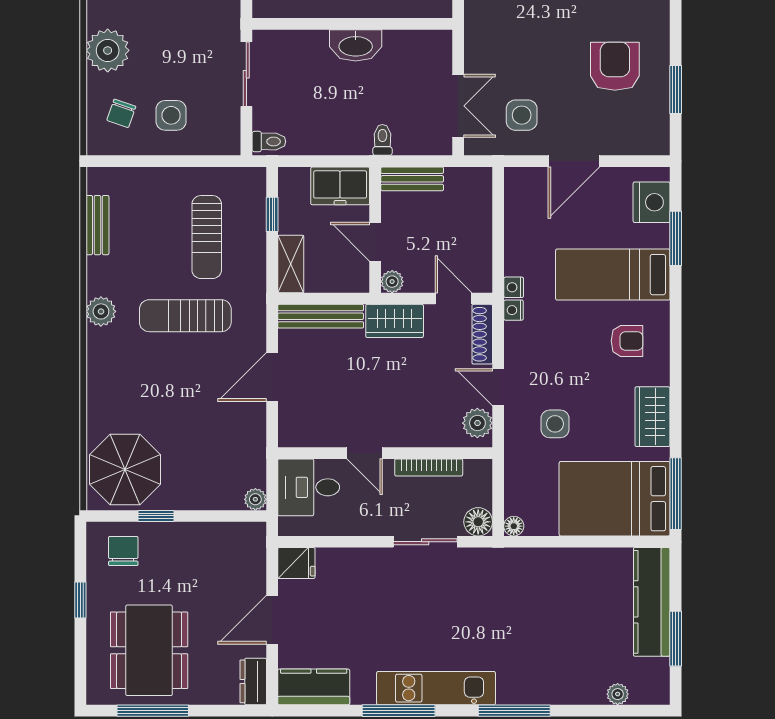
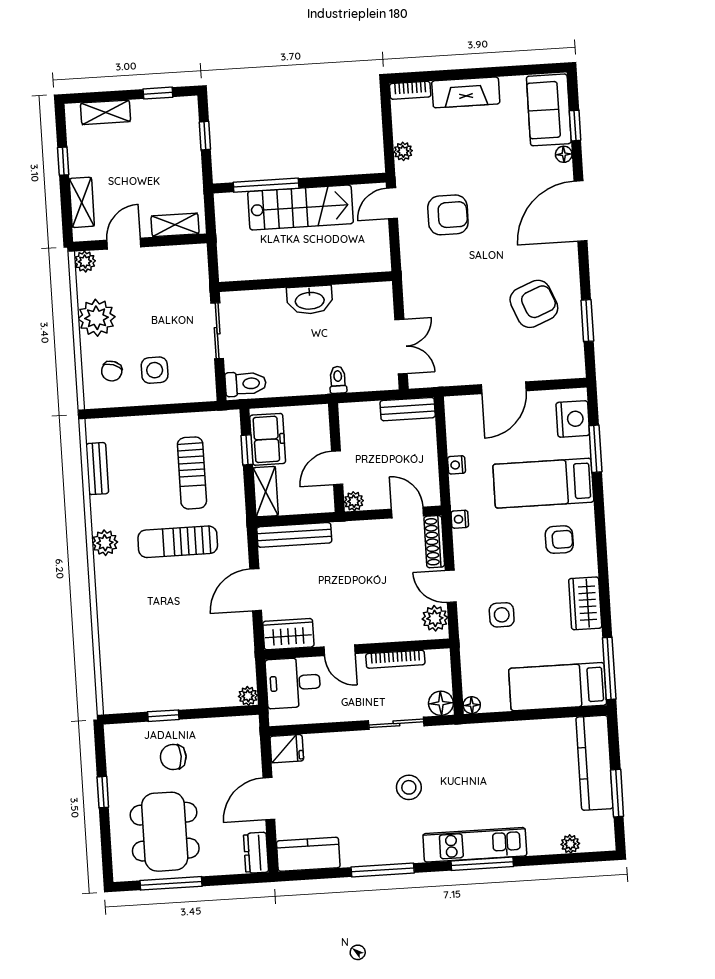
armchair: (615, 66) -> (534, 304), turned 68
side table: (522, 115) -> (456, 351), removed
toilet: (269, 141) -> (246, 384), width x1.37, depth x1.39
bench: (412, 179) -> (408, 409), moved
freezer: (340, 186) -> (268, 439), moved, turned -90
door: (375, 242) -> (337, 468), hinge flipped
nightstand: (514, 287) -> (457, 465), moved
wardrobe: (395, 321) -> (288, 634), moved, turned 180
parasol: (125, 469) -> (134, 677), removed
bed: (615, 499) -> (558, 687), width x0.67
chair: (123, 551) -> (173, 757), moved, turned -90
stool: (435, 617) -> (409, 787), added
kitchen unit: (436, 688) -> (475, 845), moved

